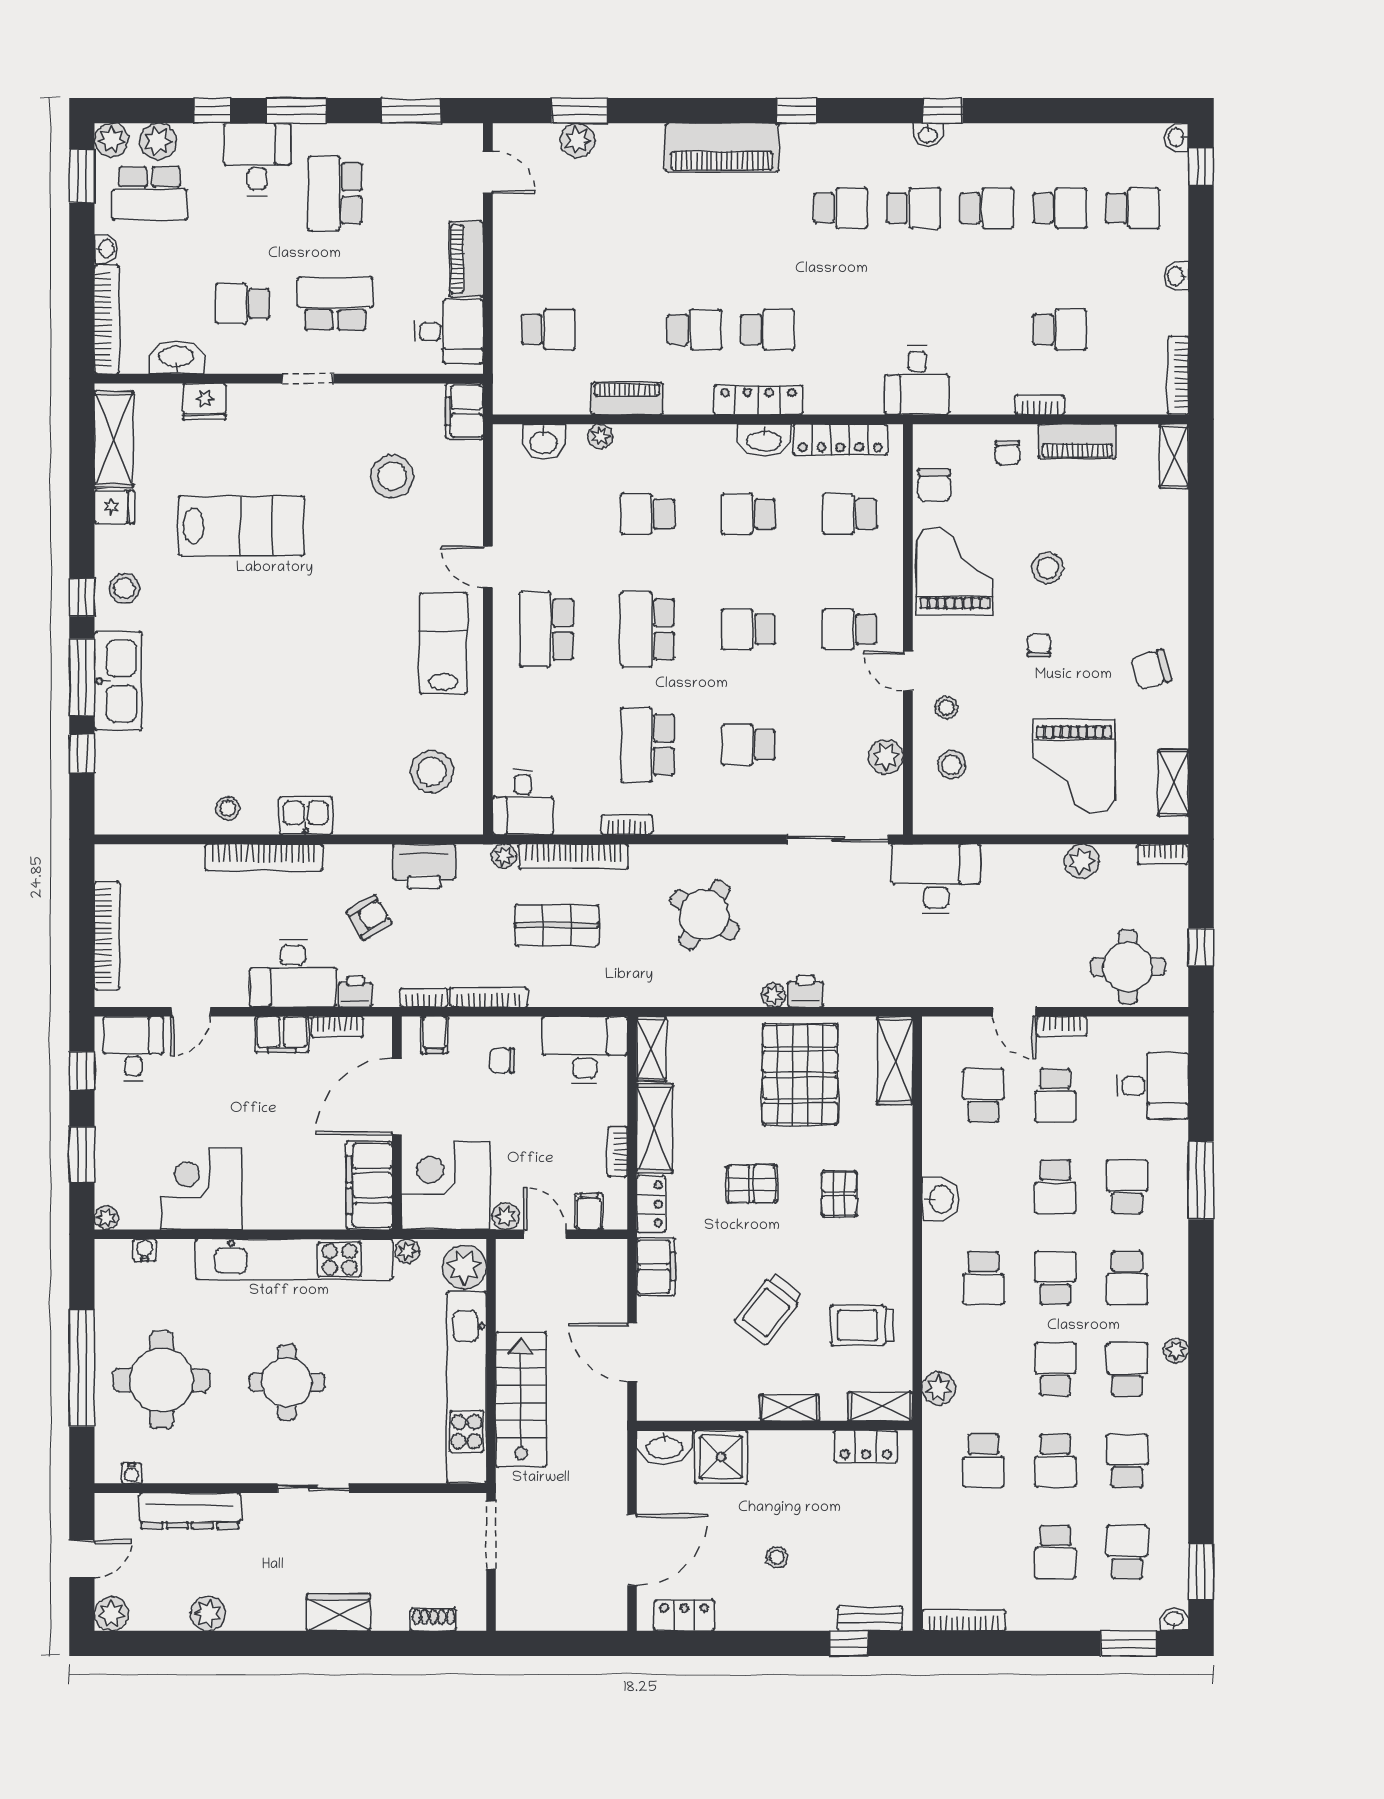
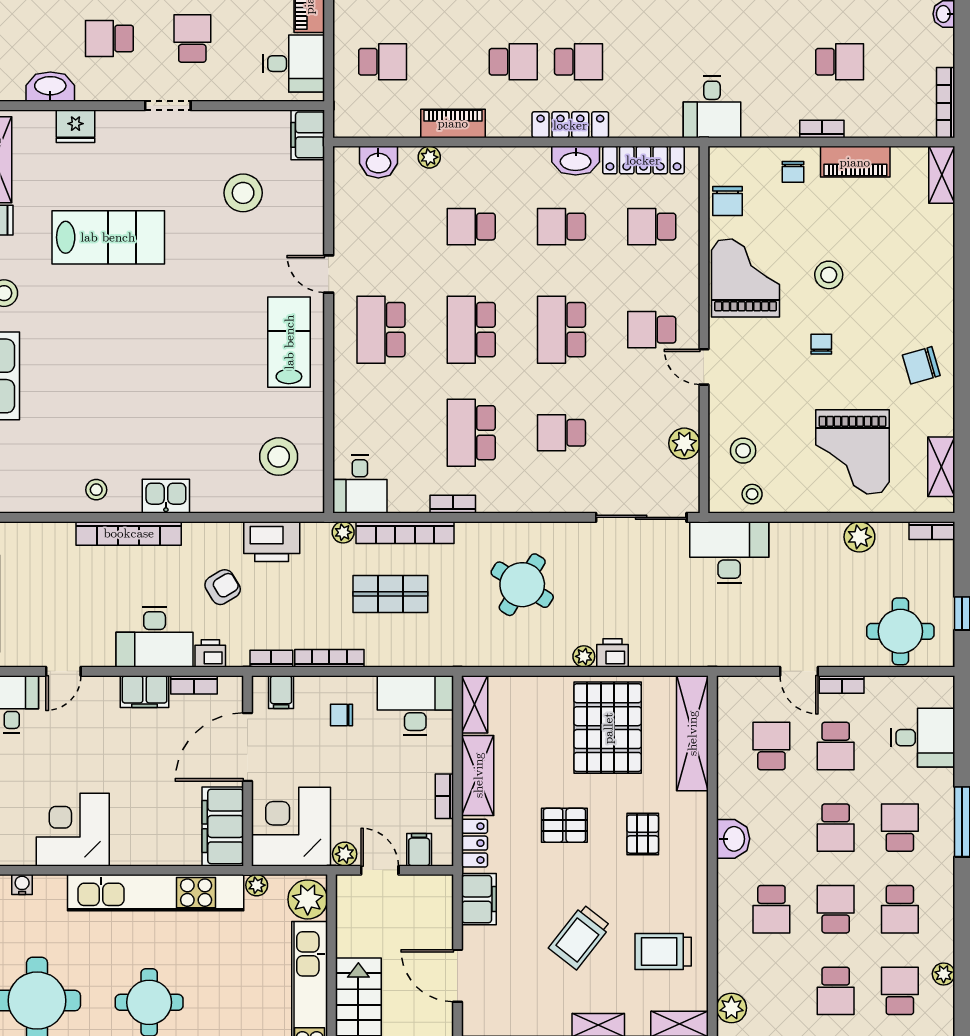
school desk: (335, 303) -> (192, 39), width x0.54
school desk: (748, 629) -> (561, 330), width x1.85
stool: (946, 708) -> (752, 494), moved
shelving: (895, 1060) -> (692, 733), width x1.47
school desk: (1055, 1369) -> (836, 991), turned 180

